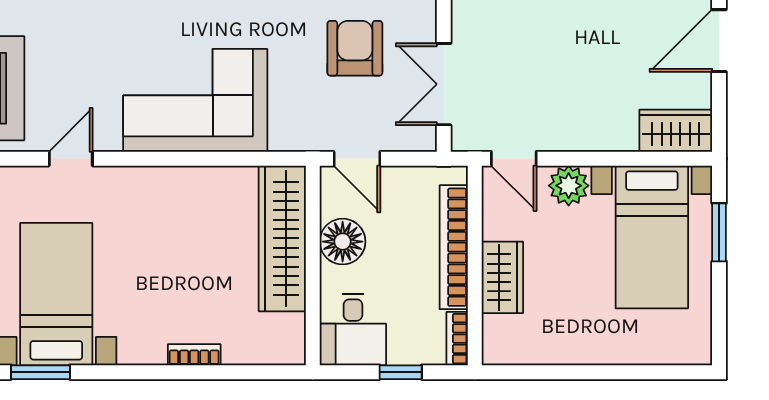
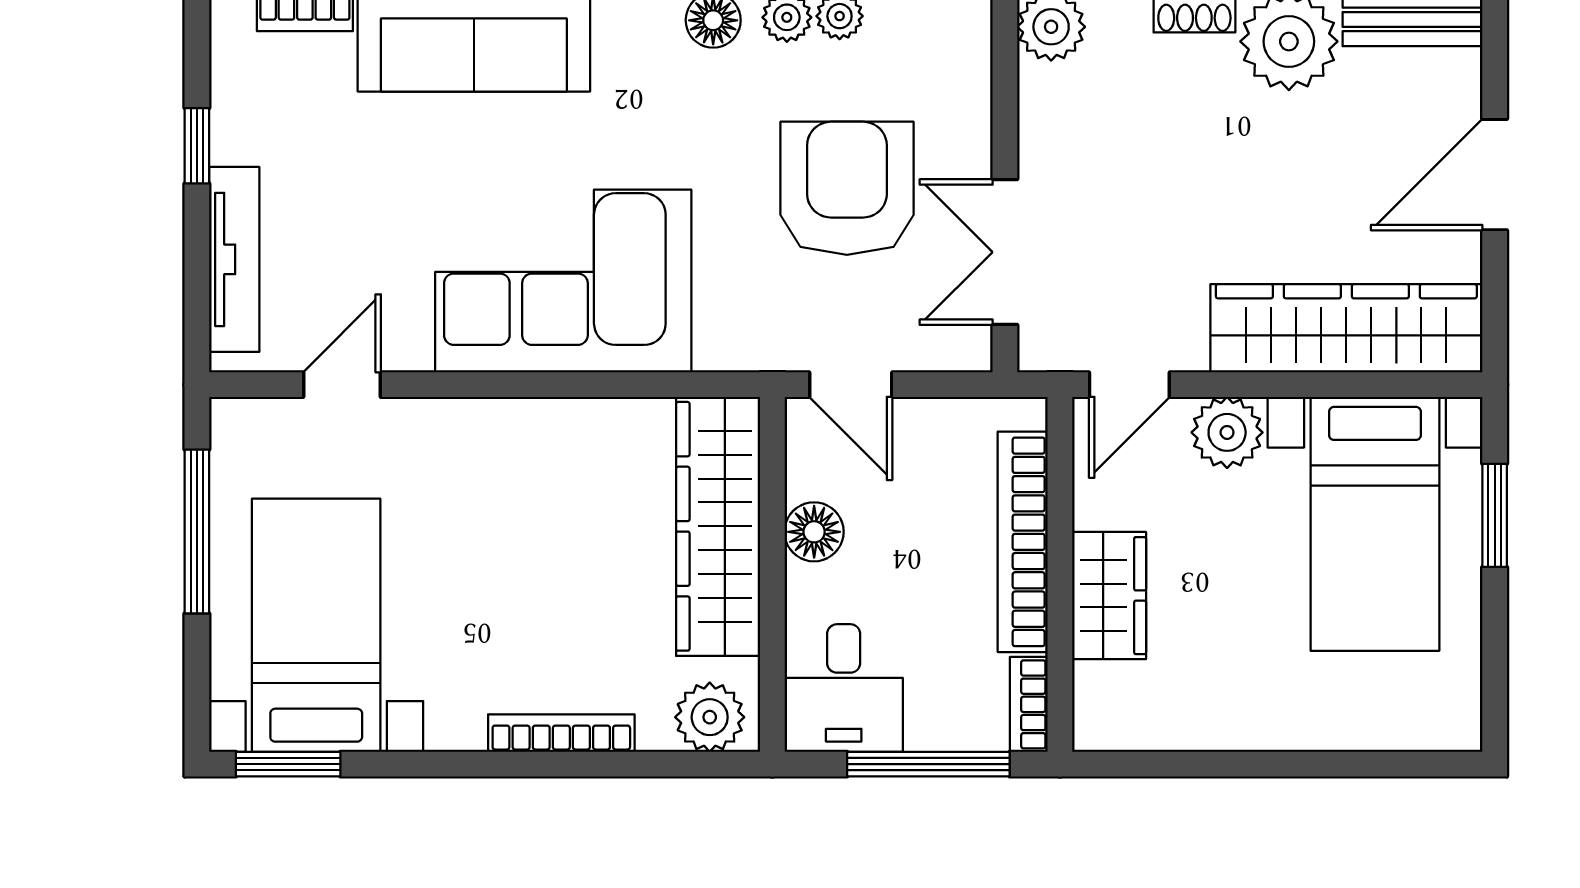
armchair: (355, 48) -> (847, 188), width x1.36, depth x1.36
wardrobe: (676, 131) -> (1346, 328), width x2.10, depth x1.17
door: (514, 159) -> (1129, 385), hinge flipped
floor lamp: (343, 242) -> (814, 532), width x0.73, depth x0.73
plant: (278, 346) -> (710, 717), added
bookcase: (194, 355) -> (561, 733), width x1.56
window: (401, 372) -> (928, 764), width x2.17

